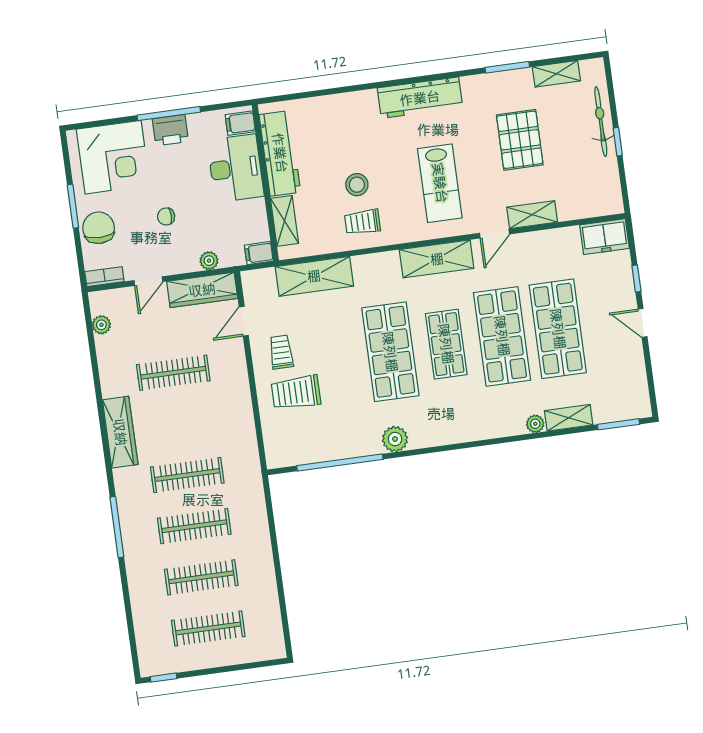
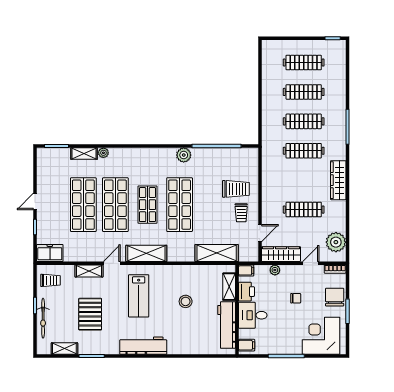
printer: (170, 130) -> (246, 292), moved, turned 90
desk: (235, 168) -> (253, 315), width x0.73
lab bench: (440, 183) -> (139, 296), turned 180
trolley: (362, 222) -> (51, 280), moved
chair: (99, 228) -> (335, 297), turned 180
door: (643, 323) -> (35, 201), swing flipped
plant: (101, 325) -> (336, 242), width x1.87, depth x1.87

